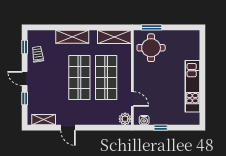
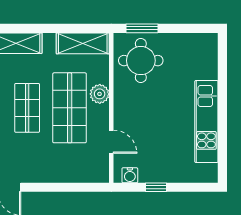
shop shelf: (79, 78) -> (27, 108), width x0.70, depth x0.74
plant: (125, 119) -> (100, 94), moved

